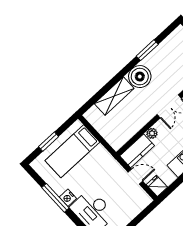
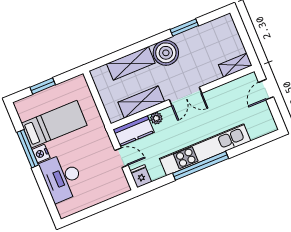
shelving: (135, 125) -> (141, 102), added
bed: (72, 151) -> (54, 124), moved, turned 180

